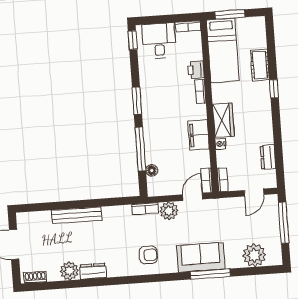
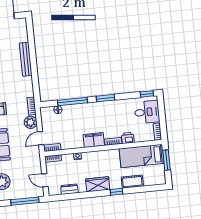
wardrobe: (223, 120) -> (98, 184), moved, turned 180
filing cabinet: (199, 135) -> (94, 140), moved
door: (193, 197) -> (41, 138), swing flipped

